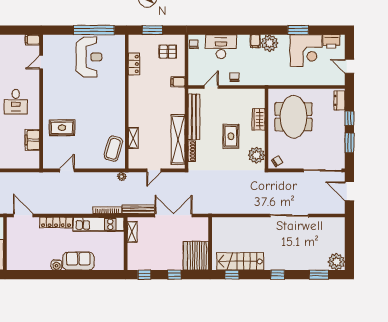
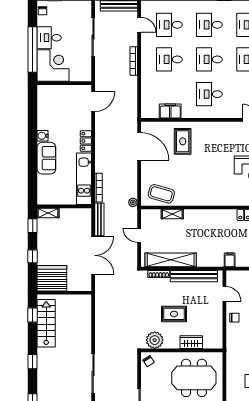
door: (67, 170) -> (139, 146), width x1.88
locker: (56, 223) -> (86, 141), width x0.66
shelving: (132, 232) -> (48, 213), moved

